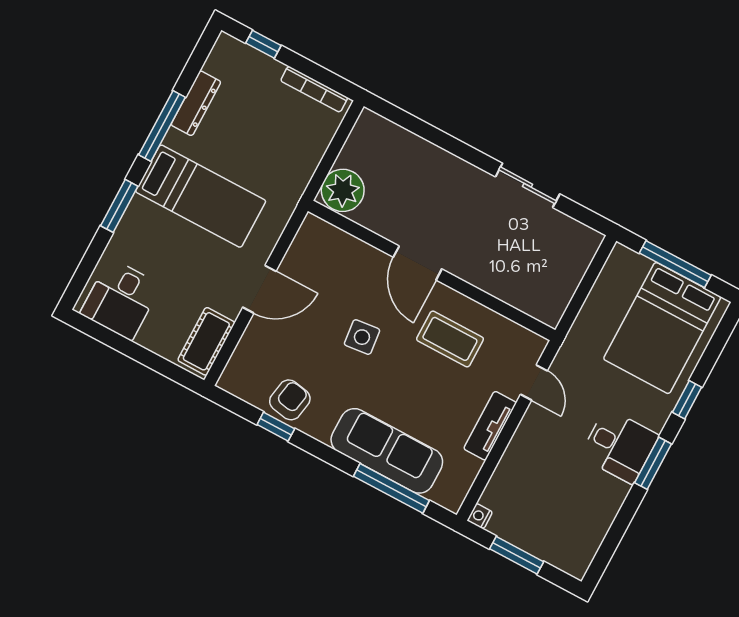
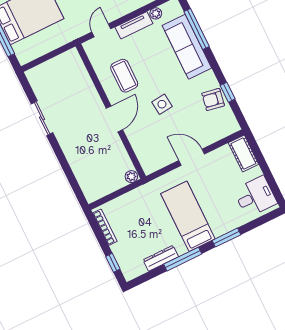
plant: (343, 190) -> (131, 177), width x0.53, depth x0.53
cot: (206, 341) -> (243, 154), moved, turned 90
plant: (470, 467) -> (156, 13), added

